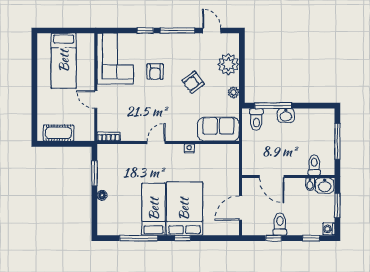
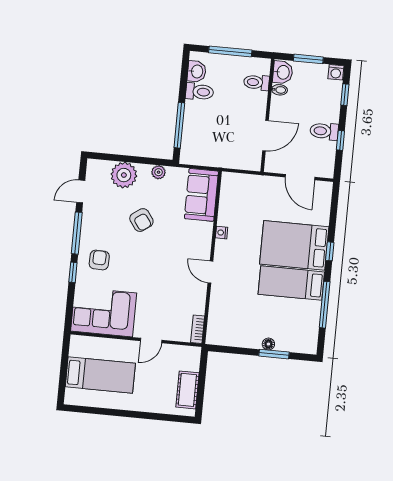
armchair: (155, 72) -> (99, 260), moved, turned -88
washbasin: (286, 115) -> (197, 71), moved
toilet: (256, 119) -> (200, 92), moved
window: (94, 173) -> (274, 354), moved

